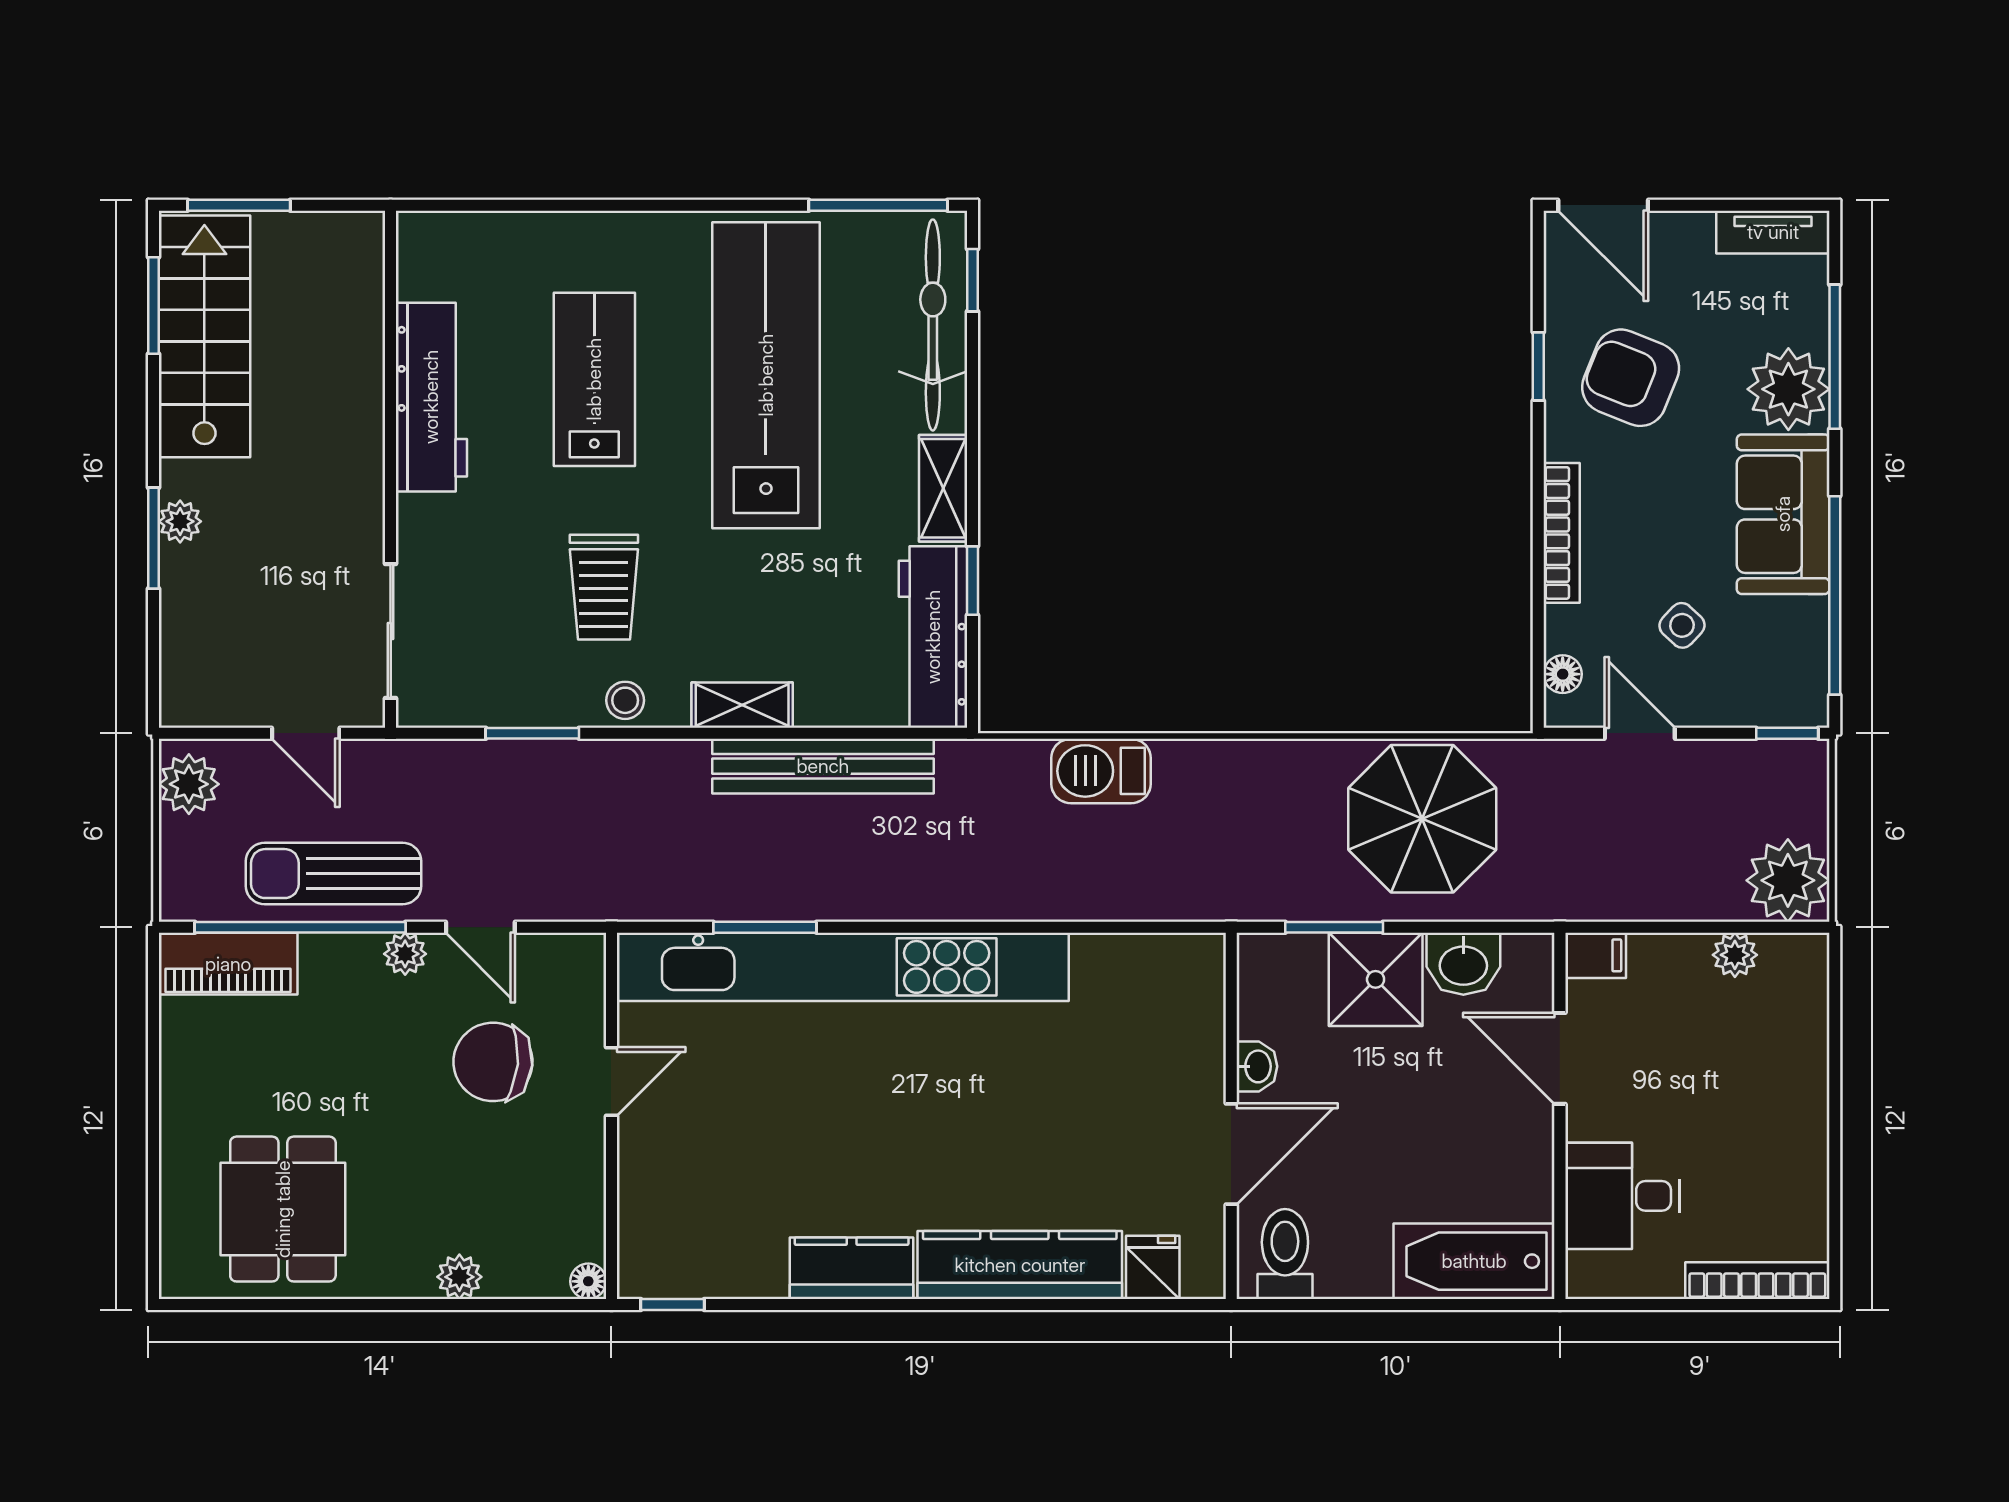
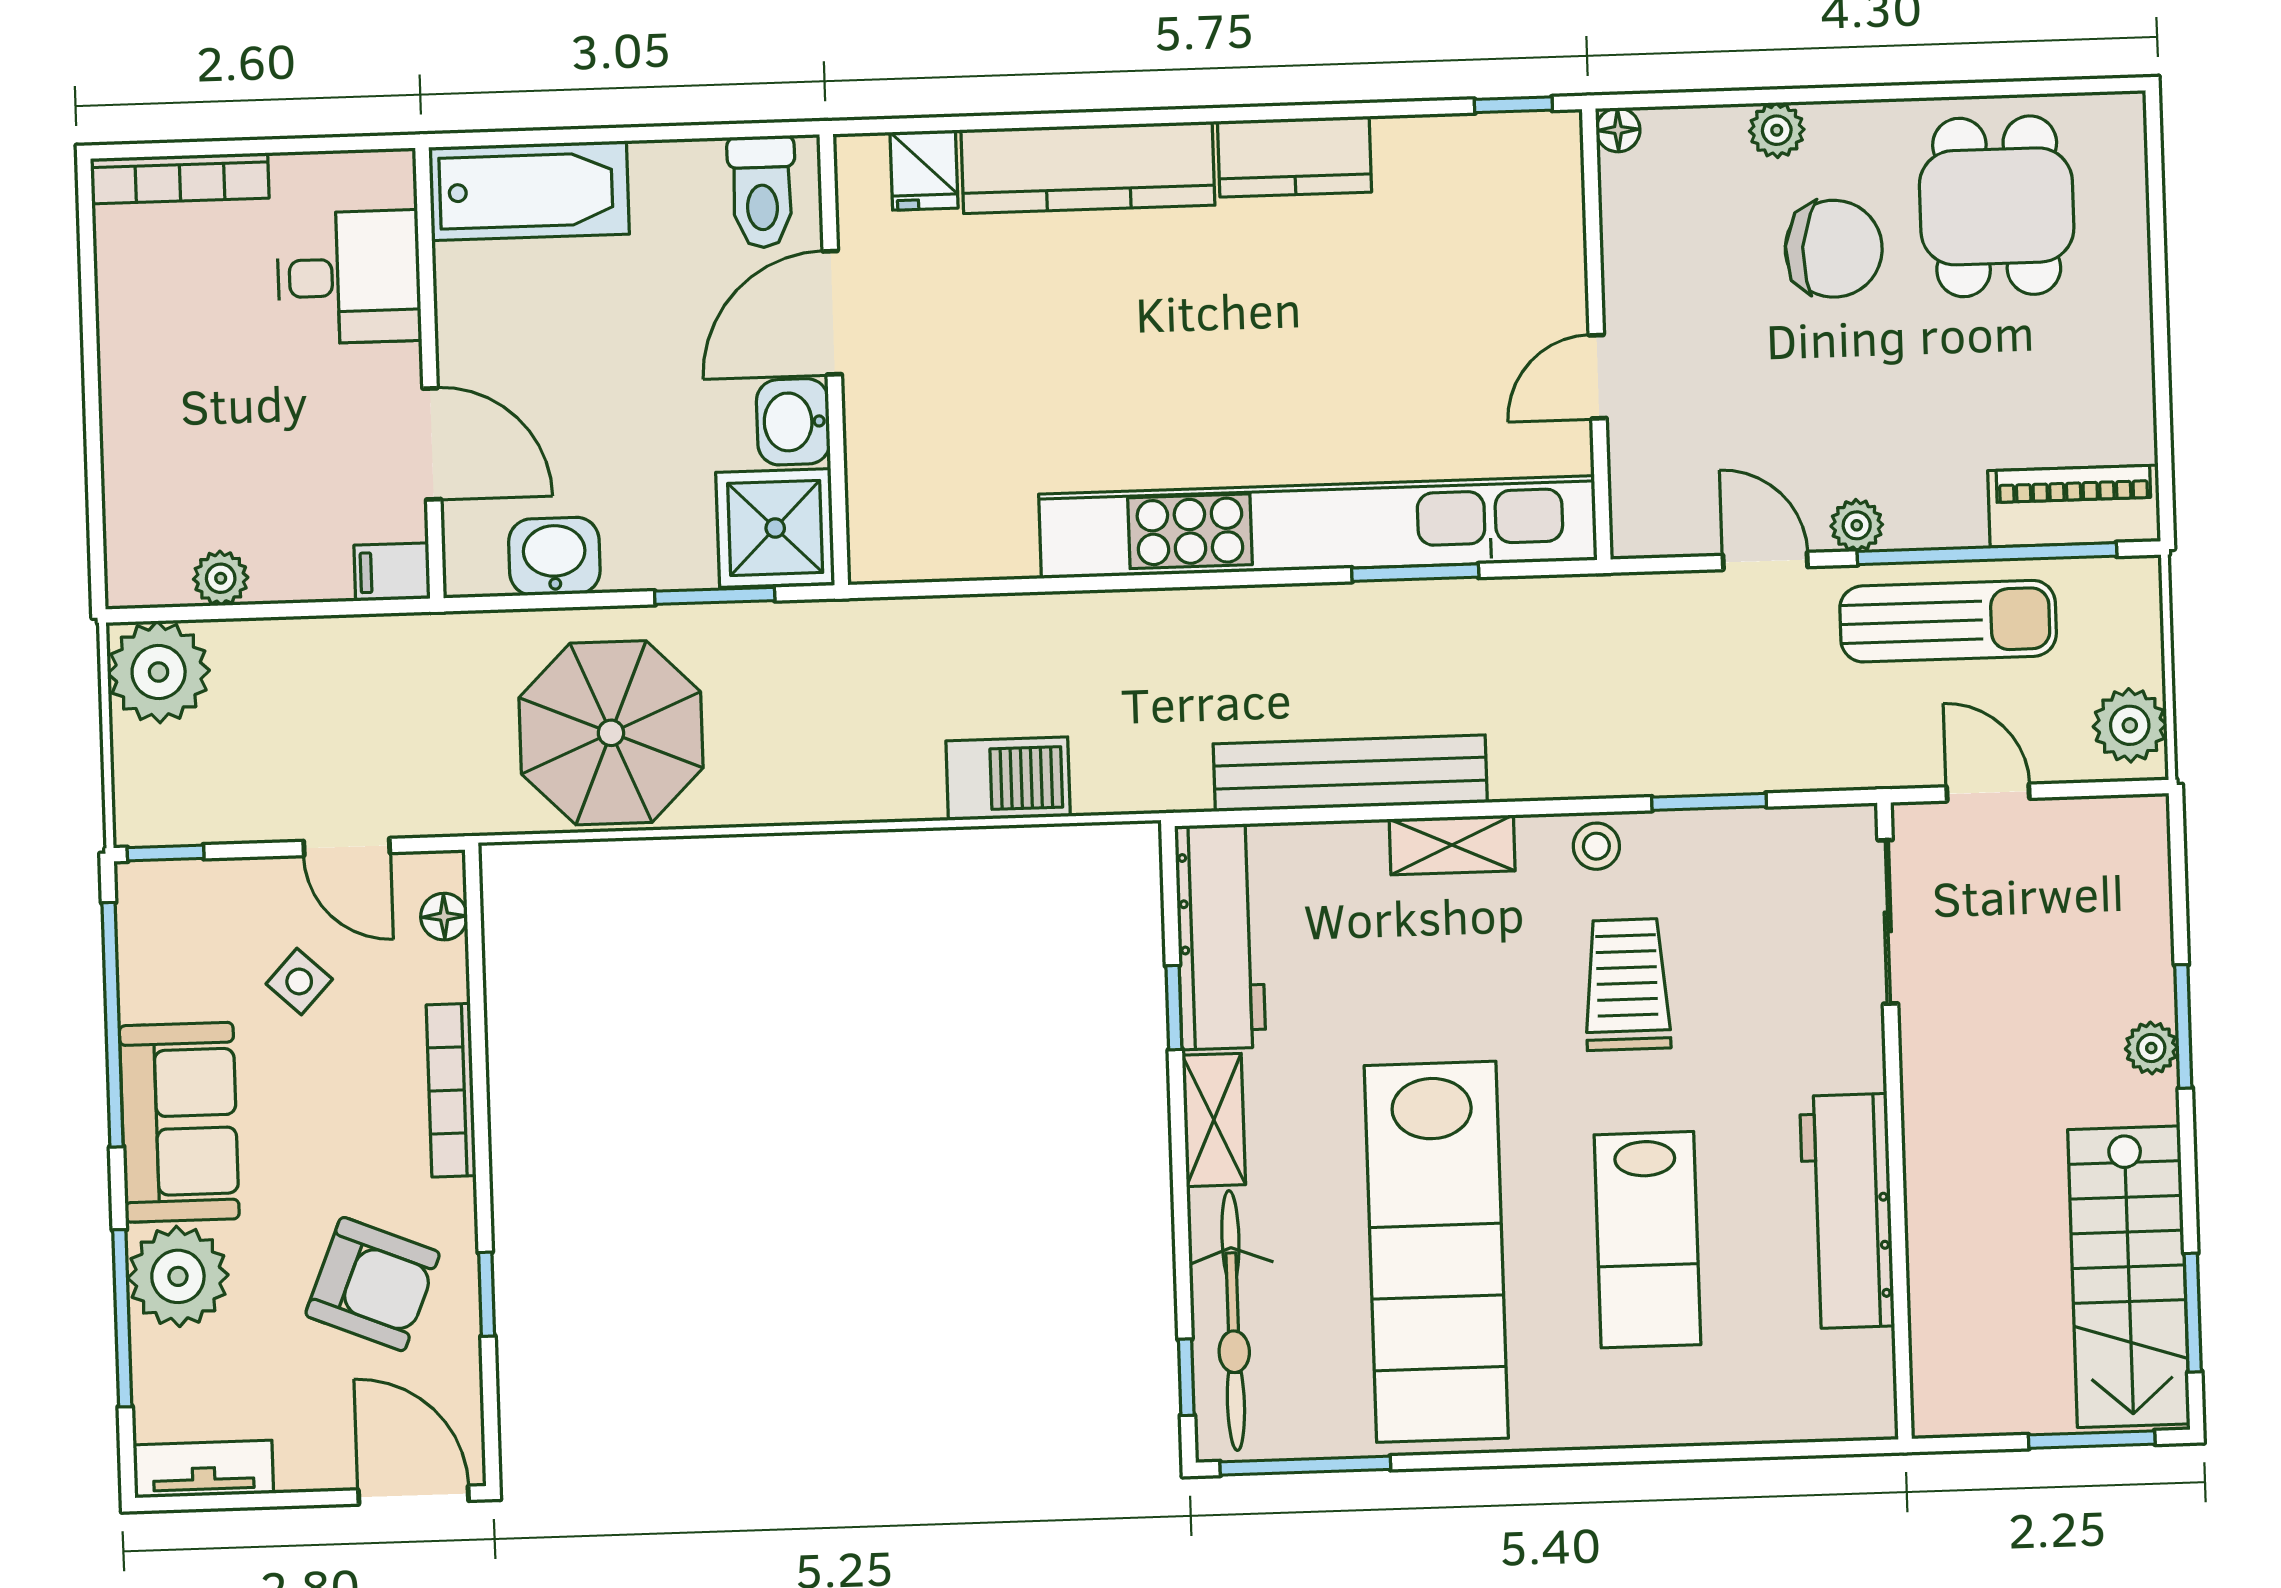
shower: (1376, 979) -> (775, 528), moved
chair: (493, 1062) -> (1834, 249), moved
washbasin: (1257, 1066) -> (793, 422), width x1.38, depth x1.45

